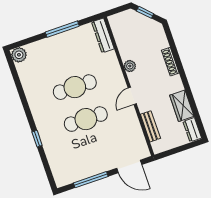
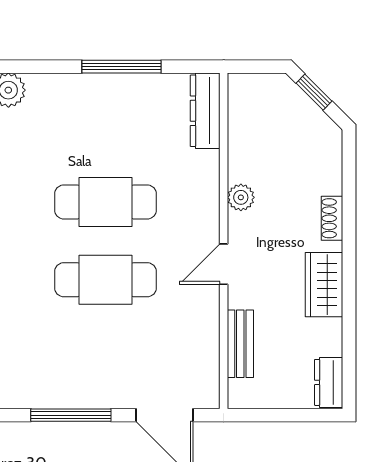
shoe rack: (170, 62) -> (332, 218), width x0.70
wardrobe: (182, 106) -> (324, 285), moved

